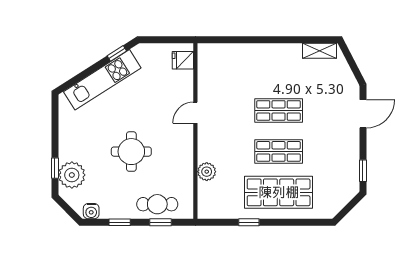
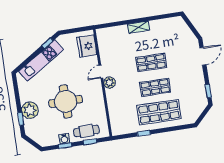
shelving: (320, 51) -> (138, 27), moved
fridge: (183, 60) -> (87, 46), width x1.88, depth x1.34
round table: (131, 152) -> (66, 101), width x1.36, depth x1.36
plant: (207, 172) -> (110, 83), moved
plant: (72, 175) -> (30, 110), moved
water cooler: (91, 211) -> (64, 139), moved

